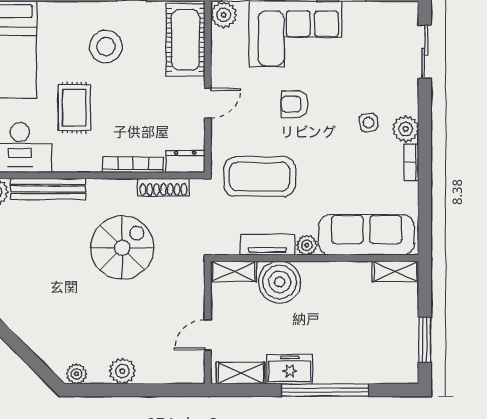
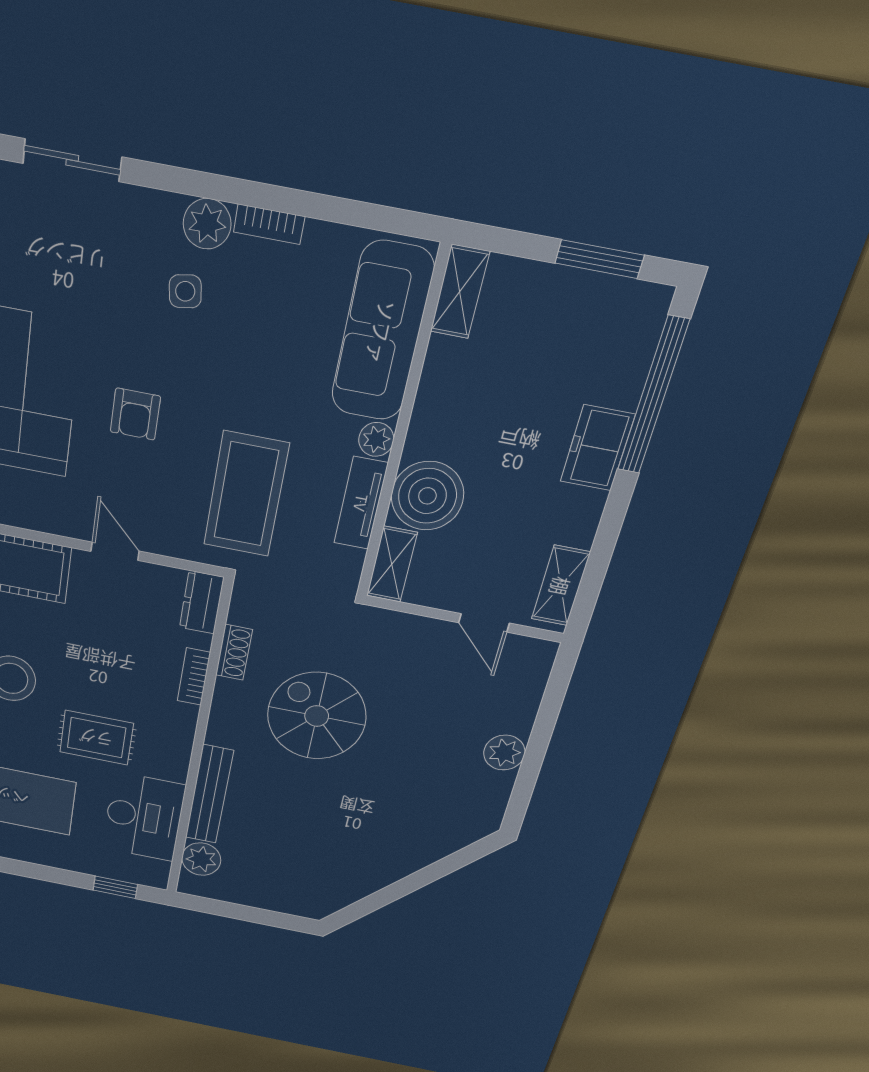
bookcase: (133, 165) -> (194, 677), width x0.64
shoe rack: (163, 187) -> (234, 652), width x0.70
freezer: (290, 369) -> (597, 448), moved
plant: (76, 374) -> (490, 812), removed
window: (325, 390) -> (653, 396), moved

